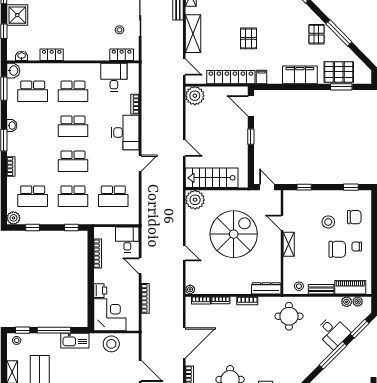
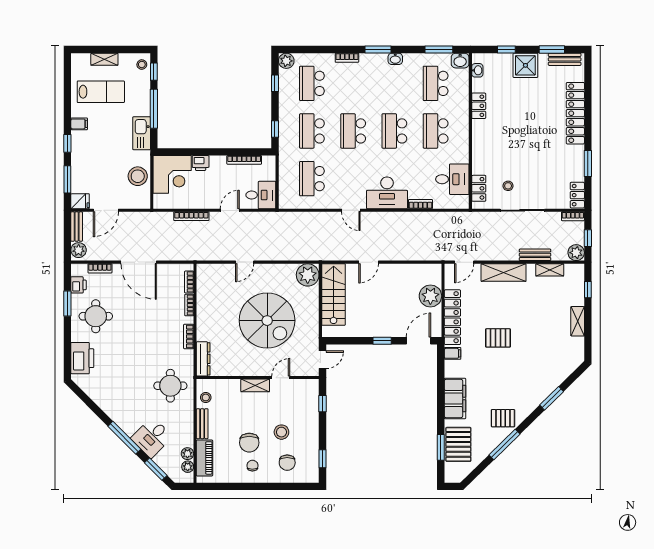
plant: (195, 96) -> (430, 296), moved
plant: (190, 289) -> (202, 269), removed

